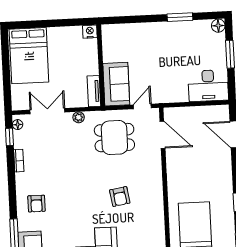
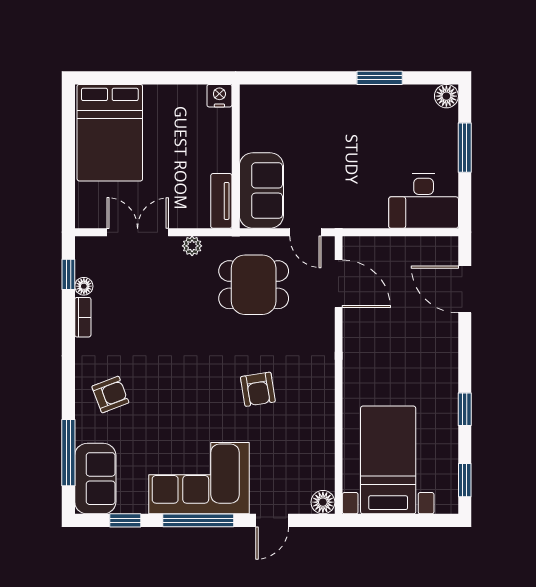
door: (142, 106) -> (305, 232), swing flipped
floor lamp: (18, 125) -> (84, 286), moved
armchair: (36, 204) -> (110, 395), turned -111

